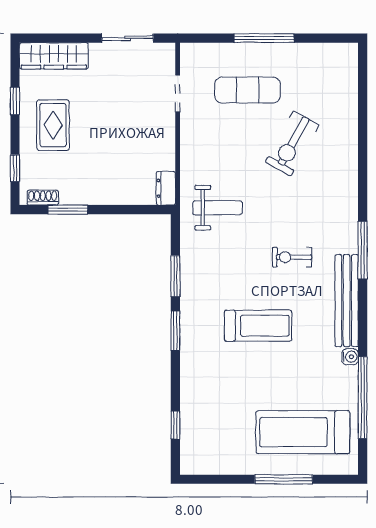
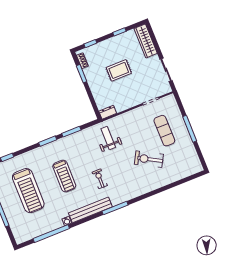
rug: (53, 125) -> (119, 70), moved
weight bench: (218, 208) -> (108, 138), turned 180
treadmill: (303, 432) -> (28, 191), moved, turned 180

